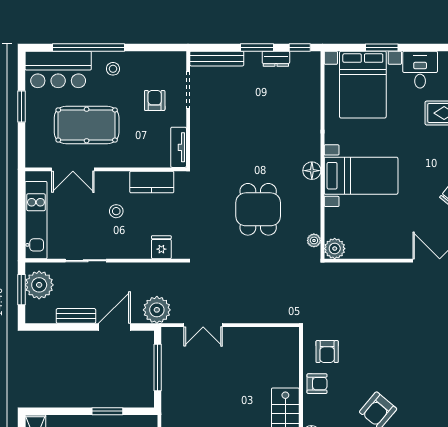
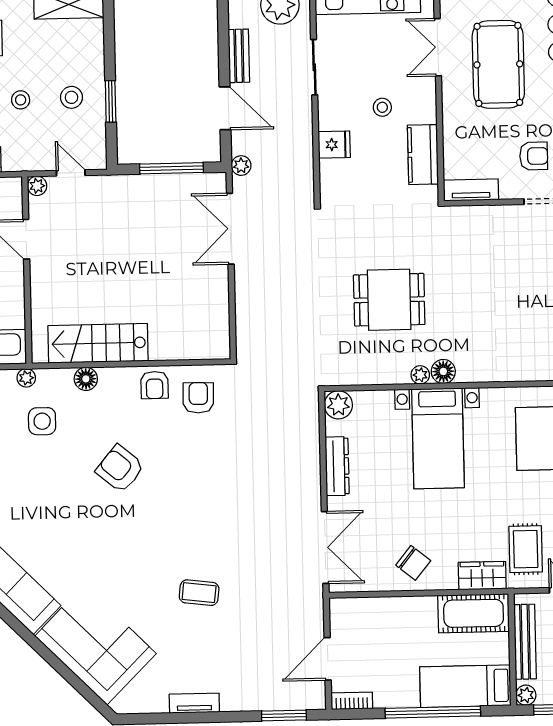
plant: (314, 240) -> (420, 375), moved
fridge: (161, 247) -> (334, 145), moved
dresser: (380, 250) -> (337, 466), added
plant: (157, 310) -> (241, 166), width x0.53, depth x0.53
double door: (203, 325) -> (230, 229), width x1.37
armchair: (327, 352) -> (198, 398), turned 91

